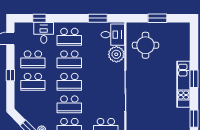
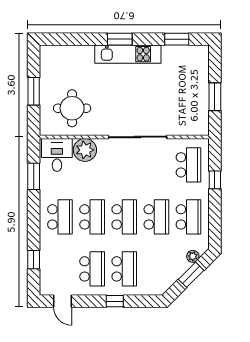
desk: (44, 33) -> (54, 253), removed

